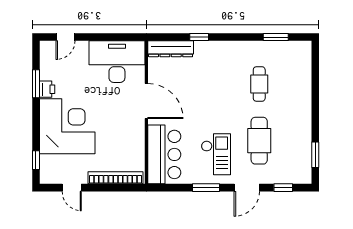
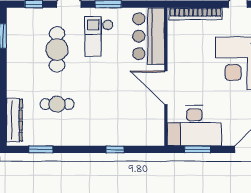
window: (114, 37) -> (198, 149), added
dresser: (171, 49) -> (14, 120), moved, turned 90
cafe table: (259, 84) -> (57, 104), turned 90

